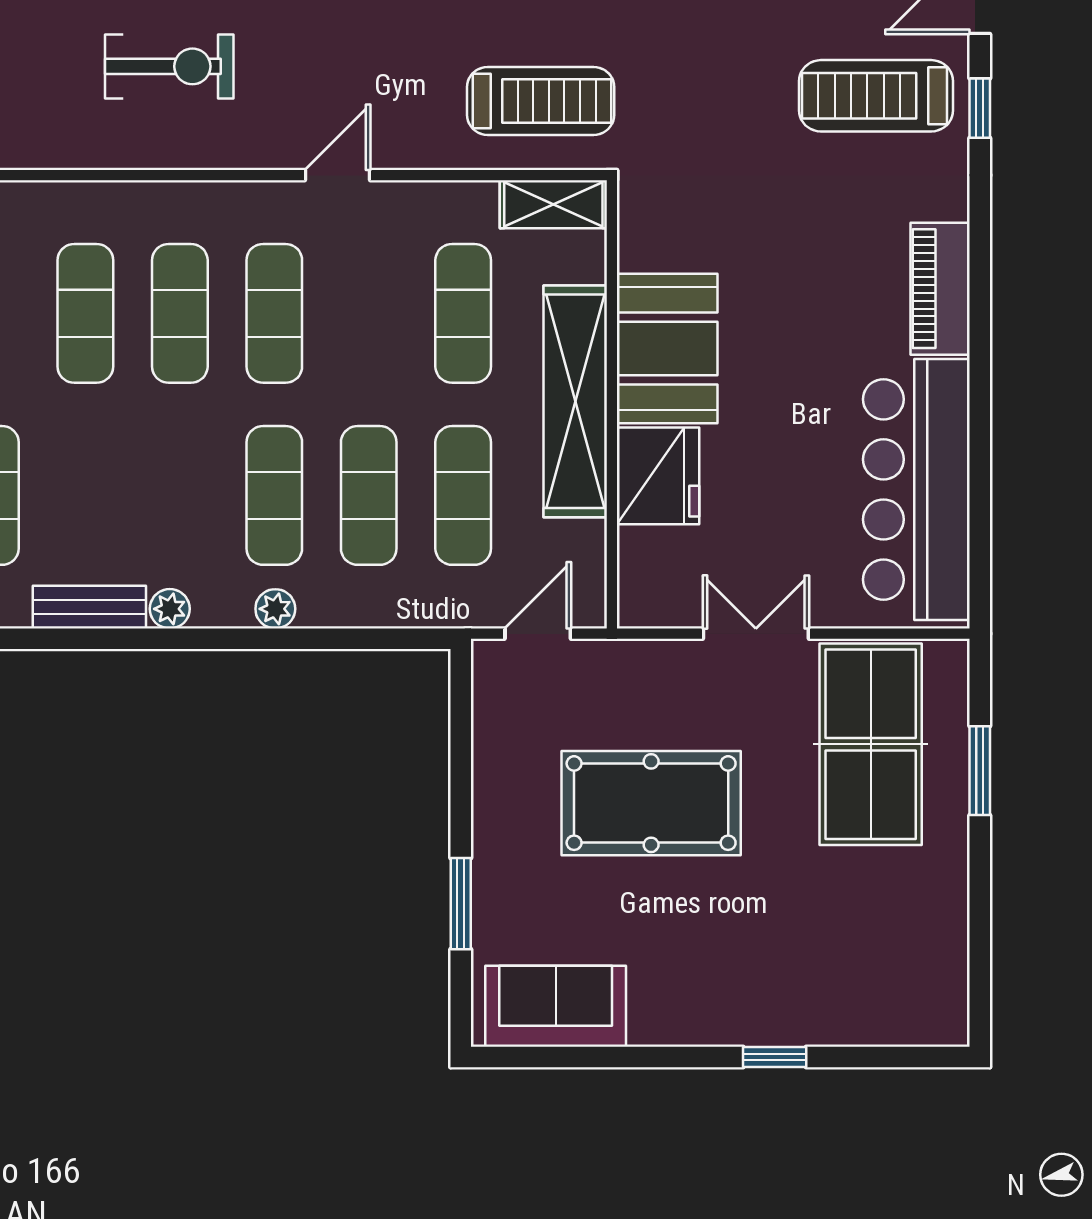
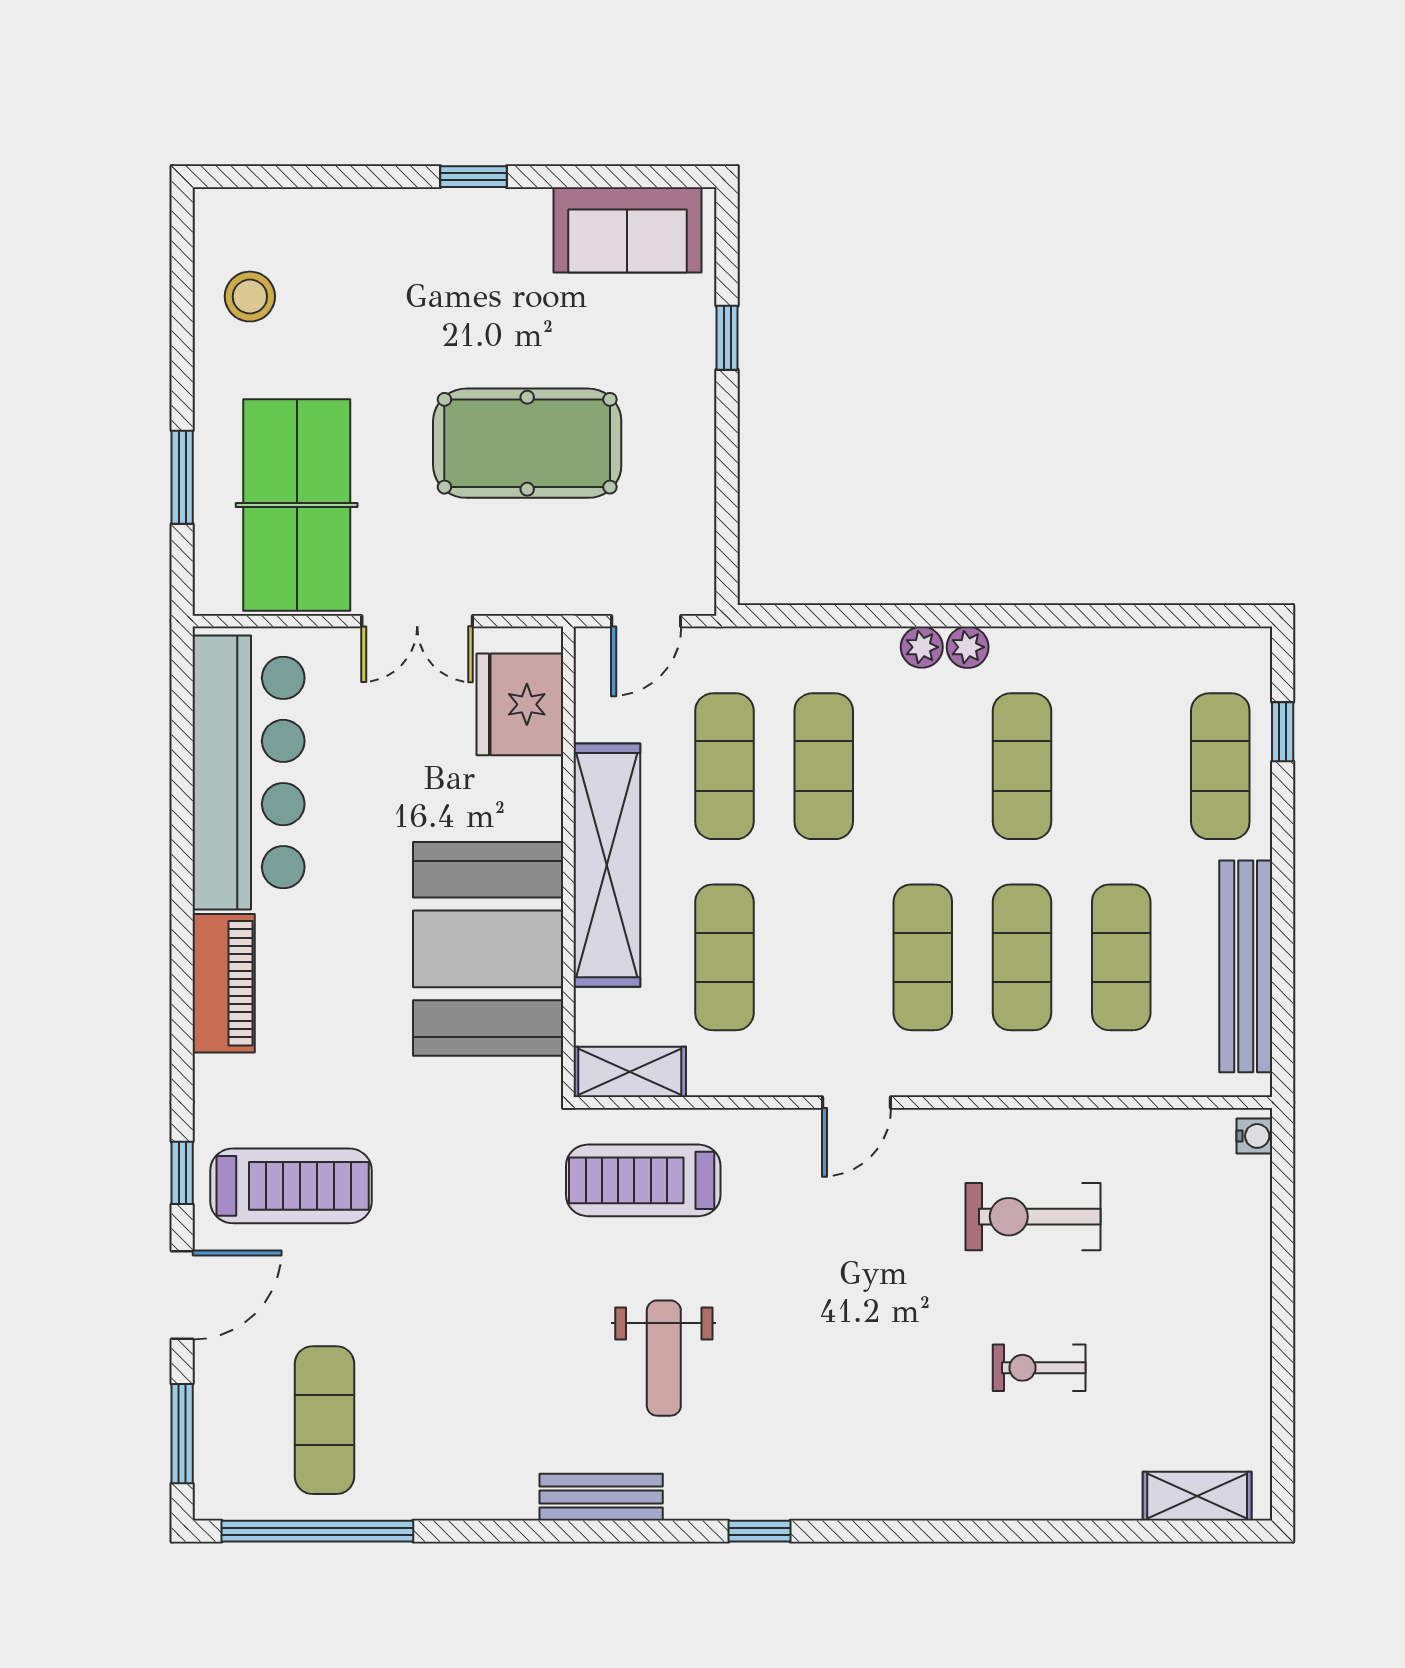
booth: (667, 348) -> (488, 949), width x1.36, depth x1.42
fridge: (658, 476) -> (520, 704), moved
exercise mat: (274, 495) -> (1022, 766), moved
bench: (89, 607) -> (1117, 649), removed
plant: (170, 609) -> (968, 647), moved
window: (461, 904) -> (727, 338), width x0.67
stool: (915, 943) -> (250, 297), added
window: (775, 1057) -> (474, 177), moved

